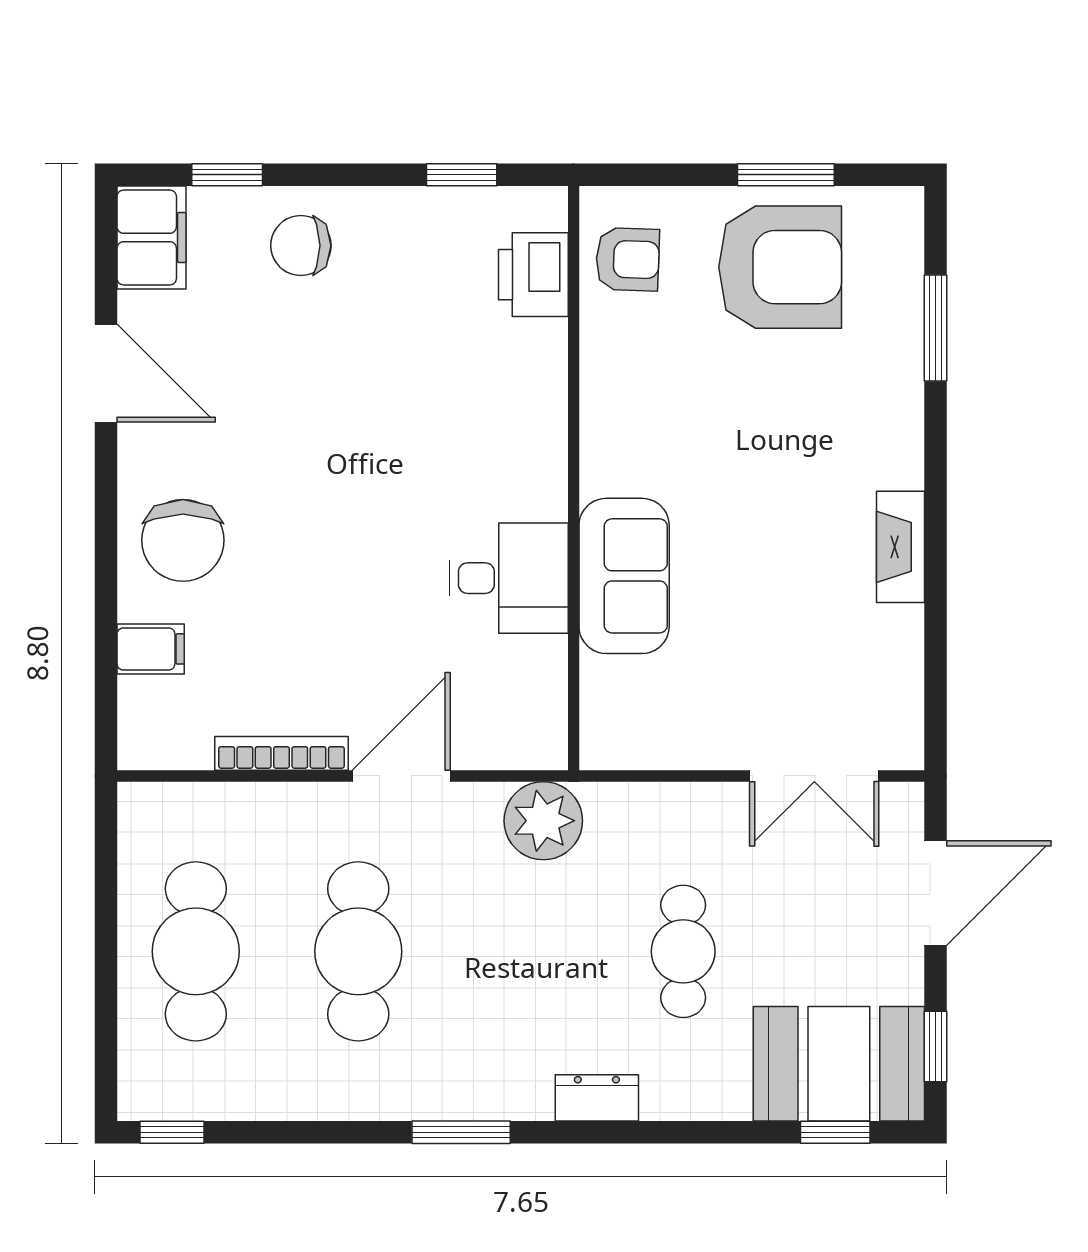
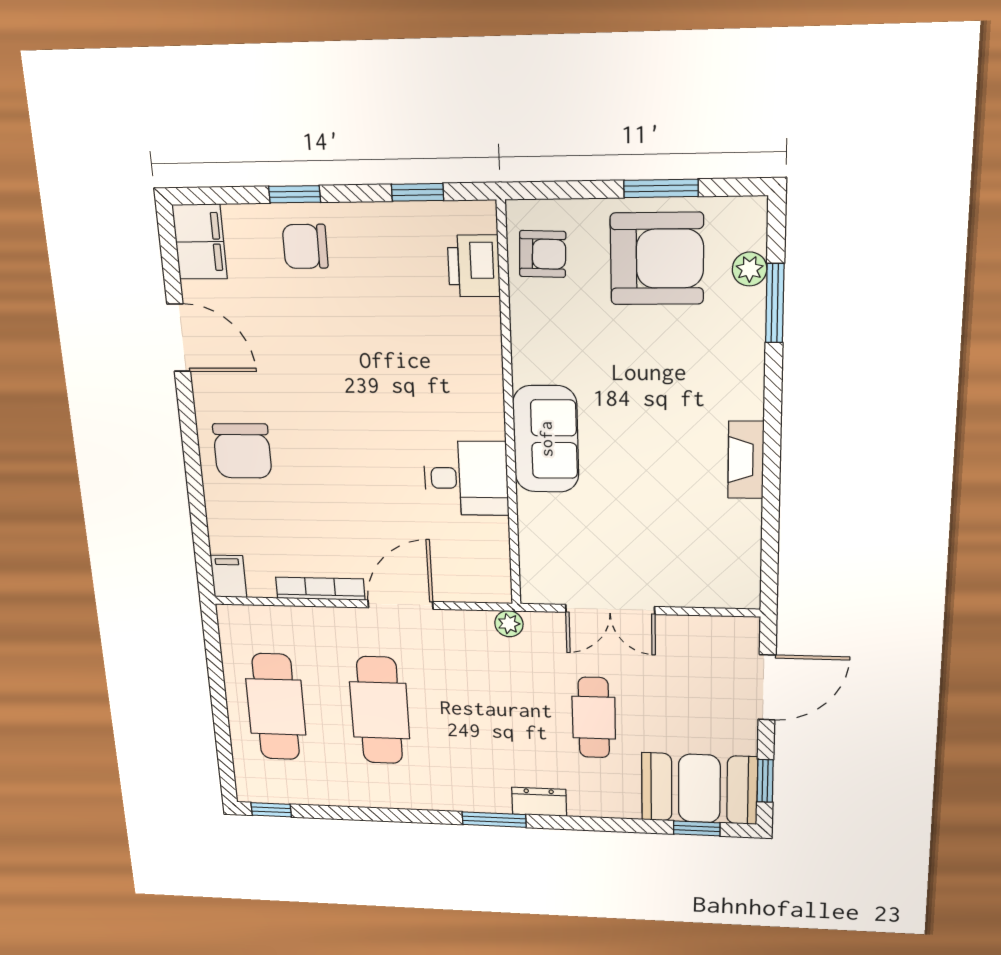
window: (227, 175) -> (295, 194), moved
plant: (902, 282) -> (750, 269), added
sofa: (624, 576) -> (546, 439), moved
filing cabinet: (151, 649) -> (228, 576), moved, turned -90
double door: (814, 776) -> (610, 609), moved
plant: (543, 821) -> (509, 624), width x0.53, depth x0.53
window: (461, 1132) -> (494, 820), moved

